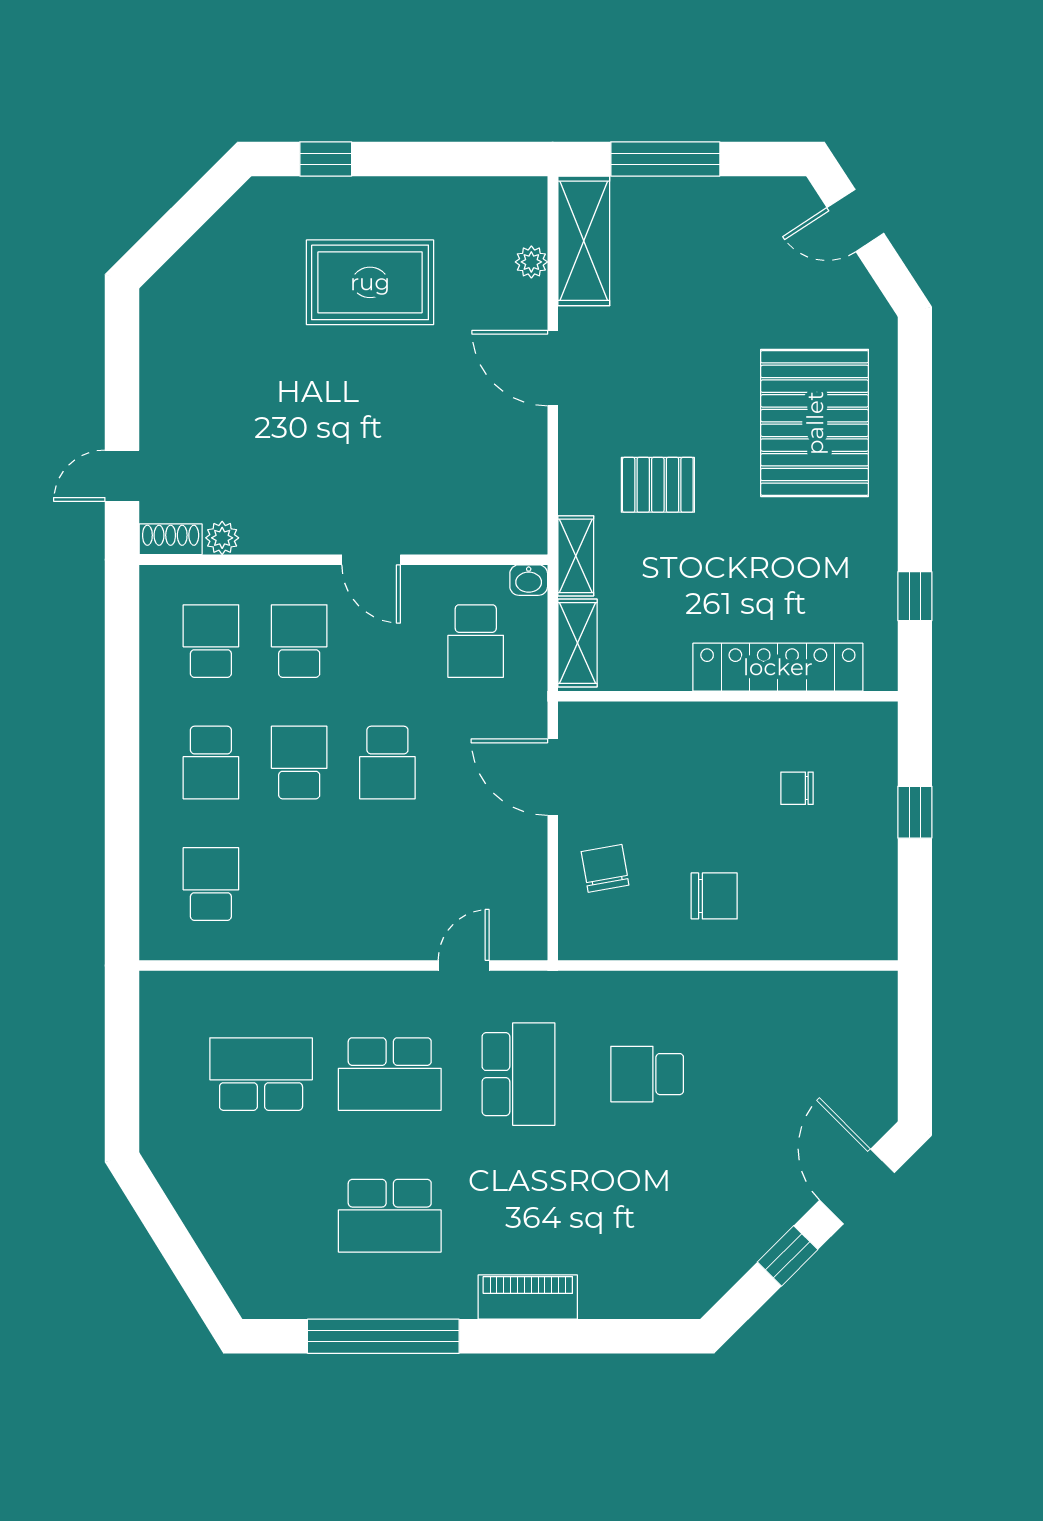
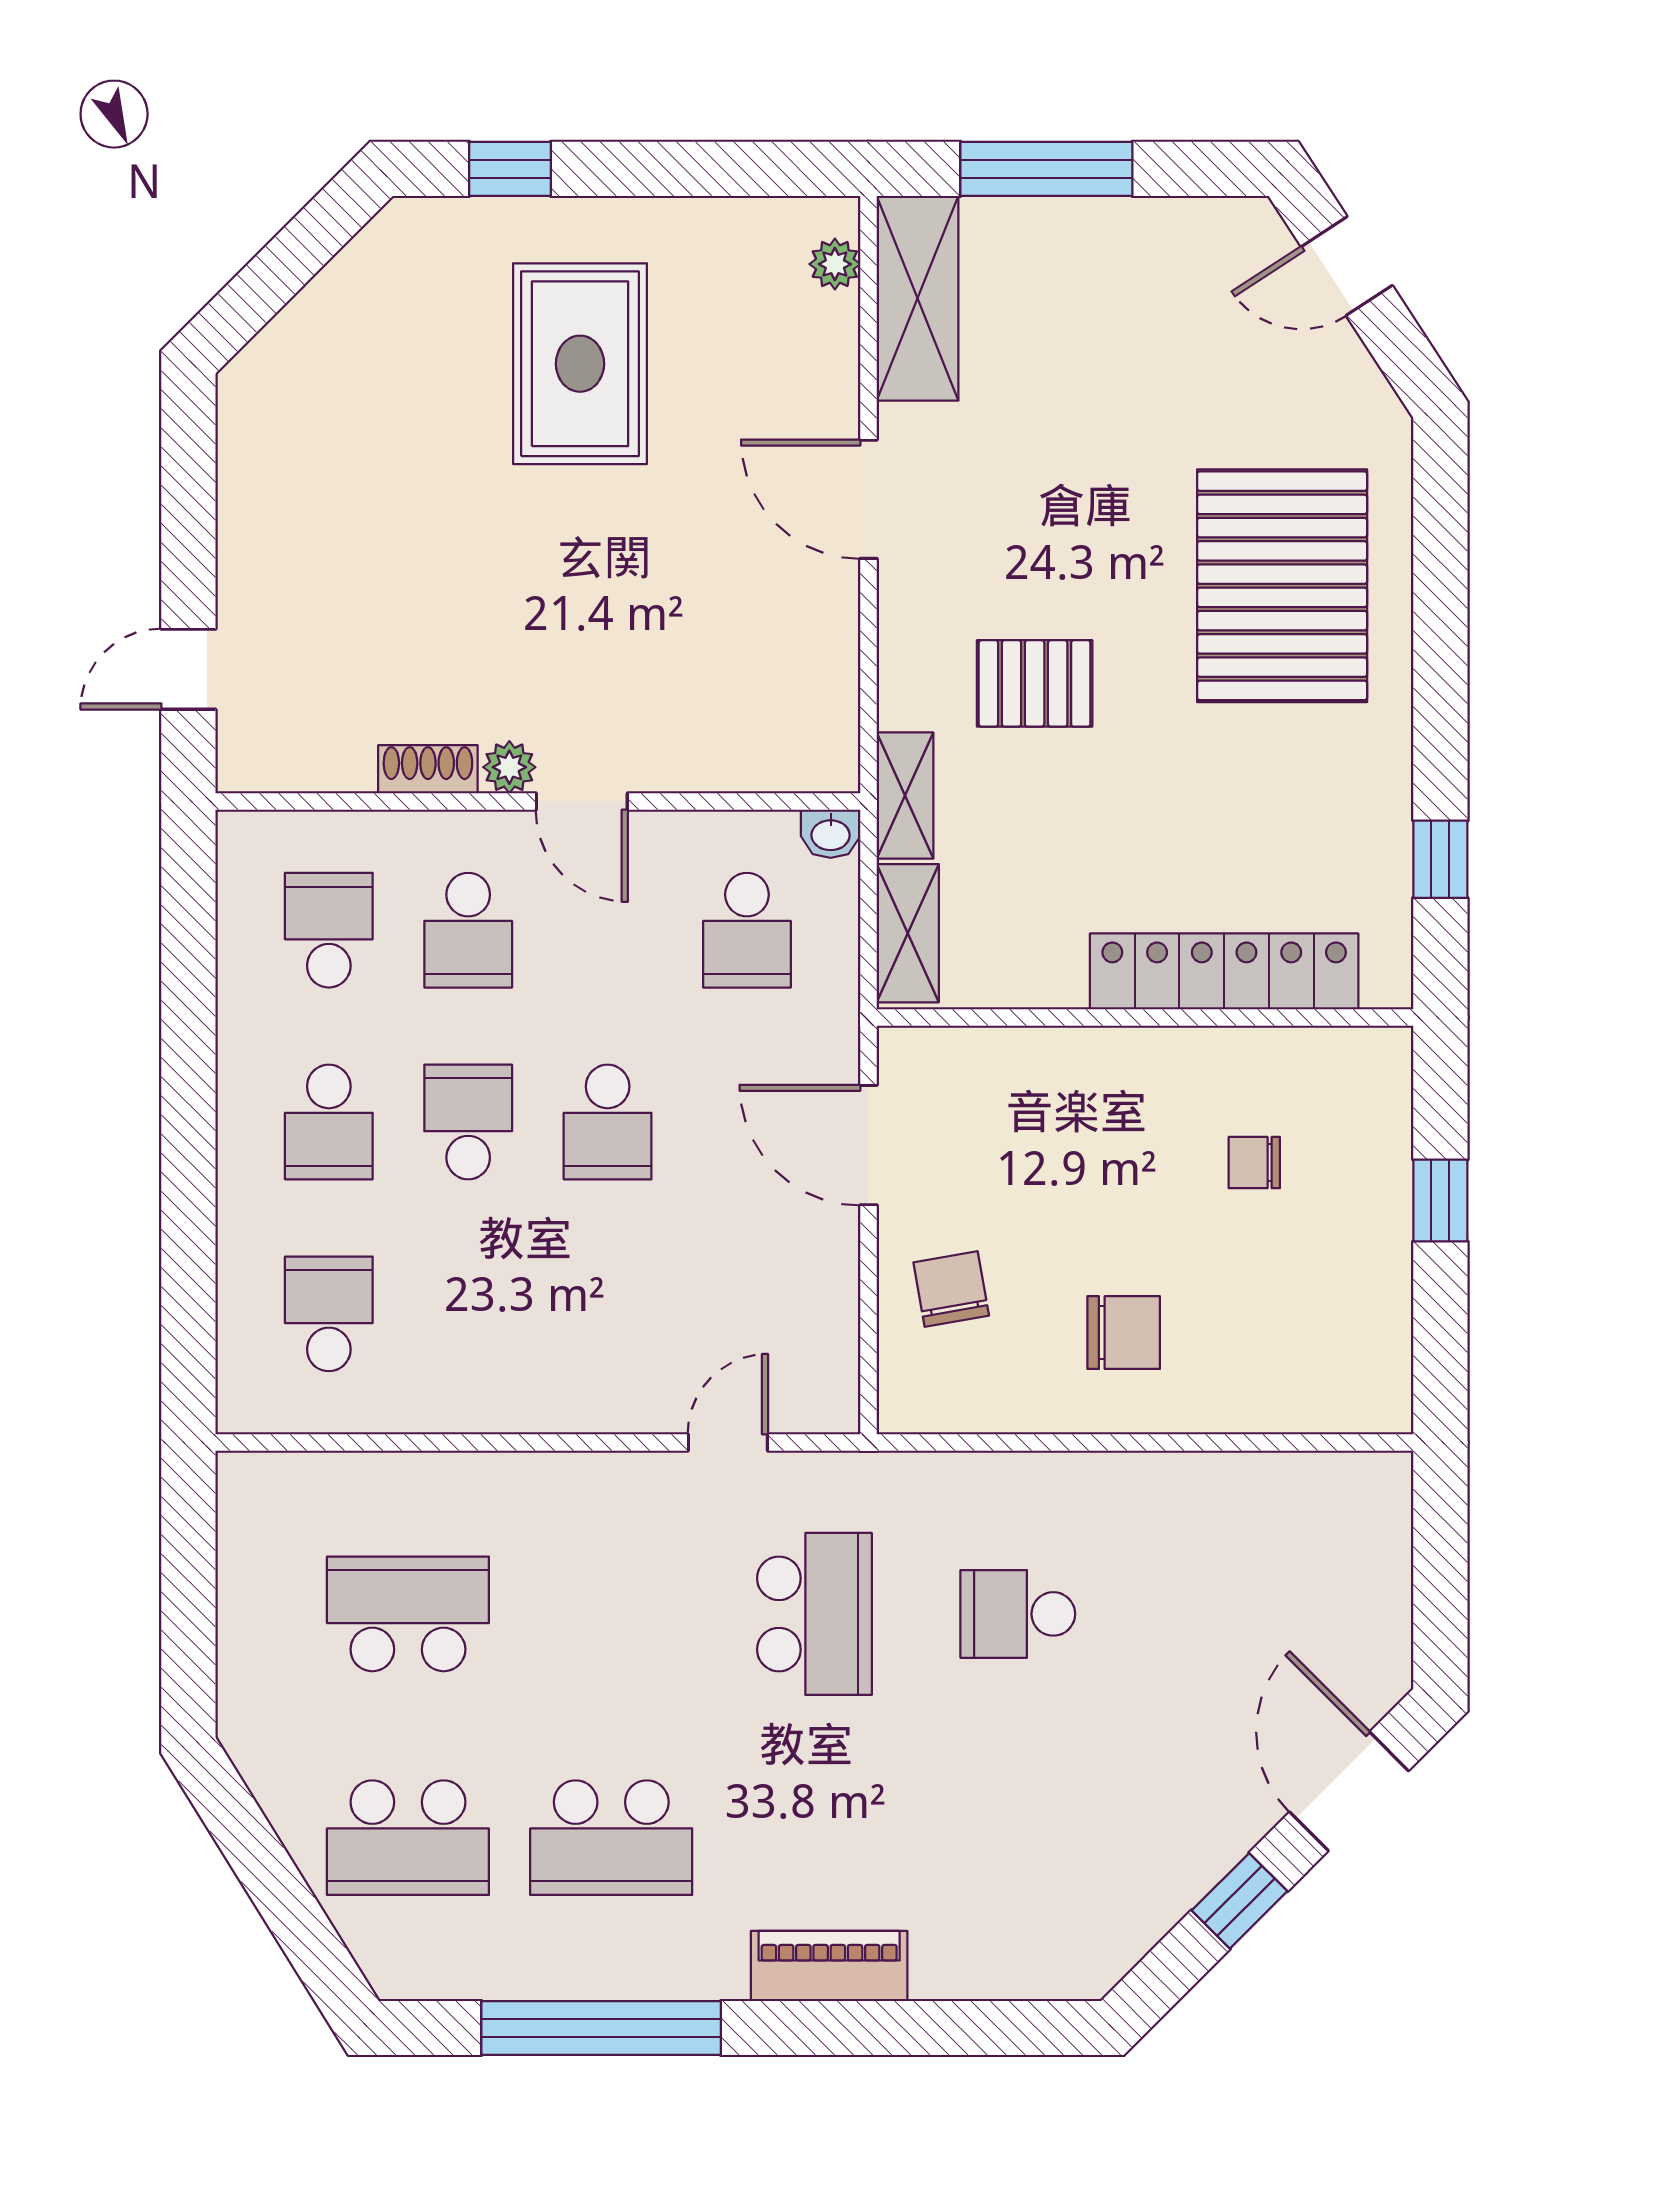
plant: (531, 262) -> (835, 264), moved
rug: (370, 282) -> (580, 364), turned 90
plant: (222, 538) -> (509, 767), moved
shoe rack: (171, 539) -> (428, 769), moved
school desk: (299, 641) -> (468, 930), turned 180
school desk: (390, 1074) -> (408, 1838), moved

